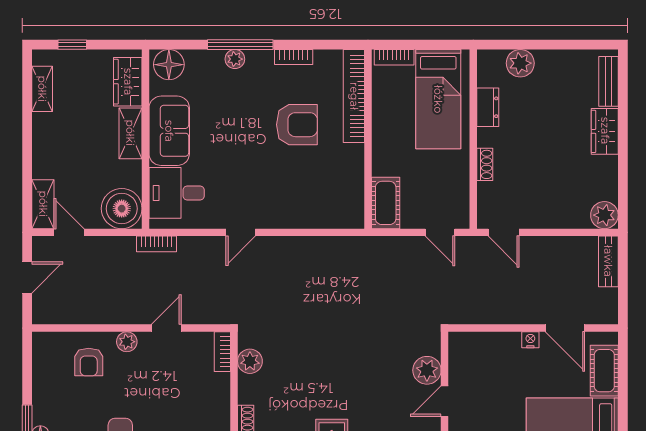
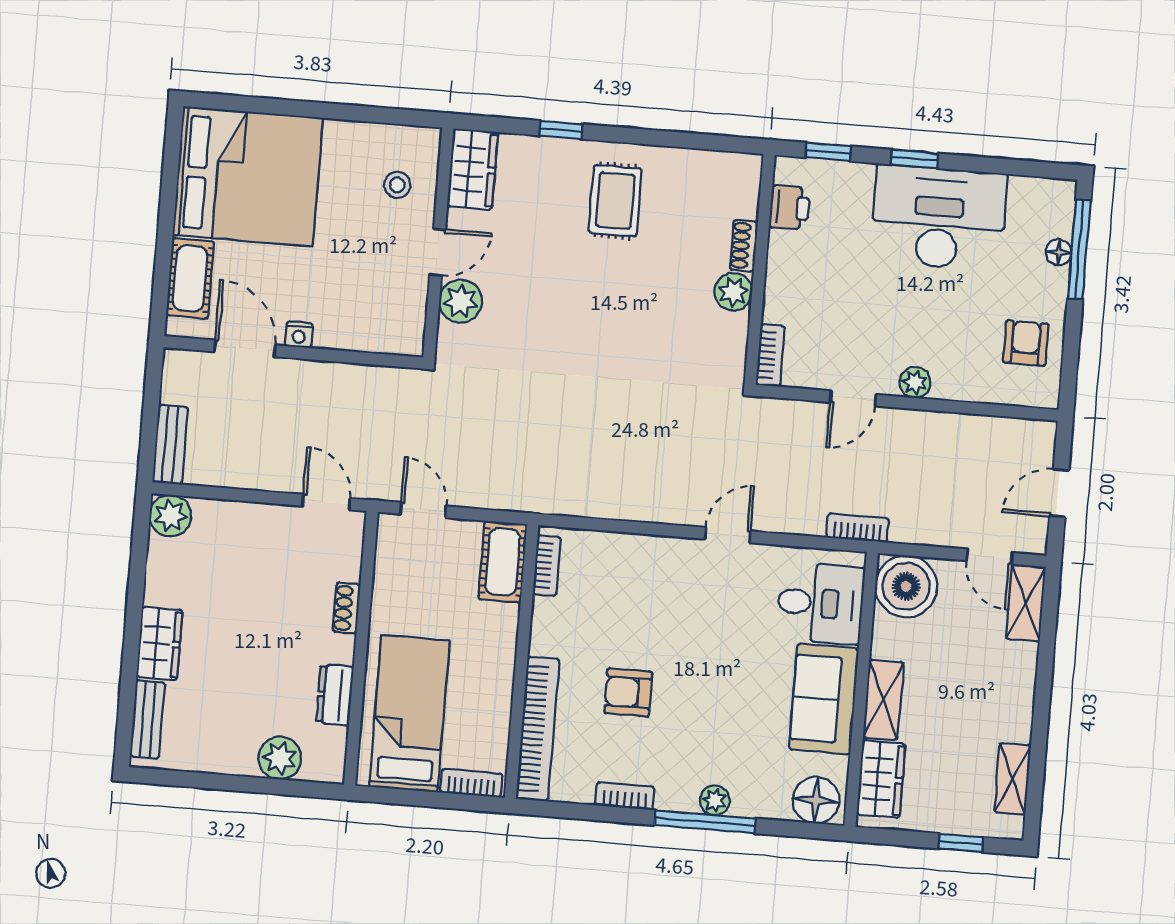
armchair: (297, 125) -> (628, 692), width x0.72, depth x0.72
bookcase: (357, 203) -> (547, 565), added
plant: (250, 361) -> (733, 292), moved
armchair: (89, 362) -> (1026, 343), moved

